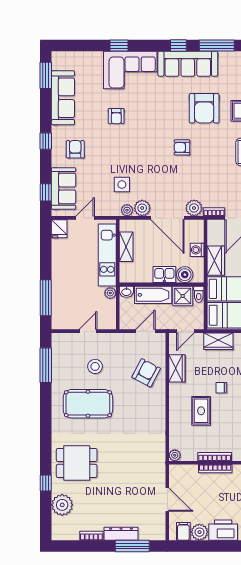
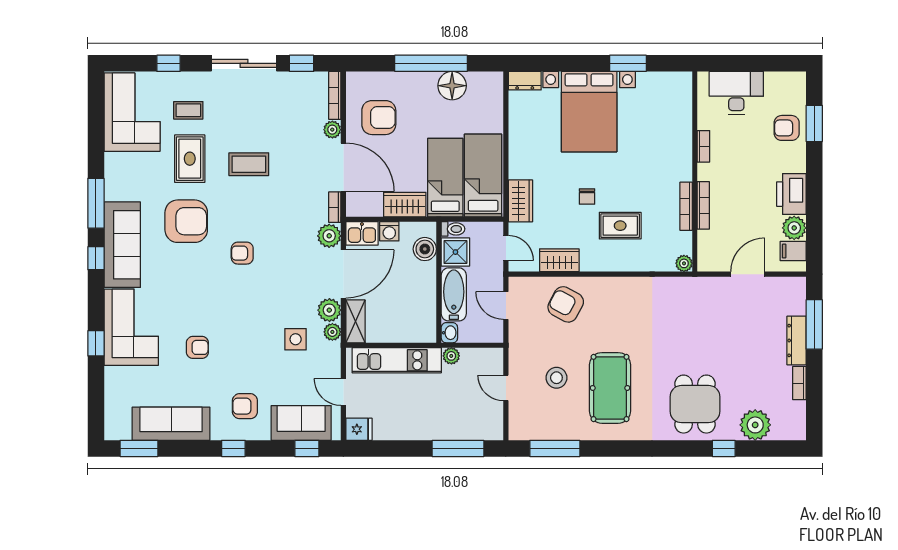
armchair: (182, 147) -> (242, 253), turned 90
shelving: (126, 247) -> (355, 321), moved, turned 90
kitchen sink: (164, 275) -> (362, 233), moved, turned -90

